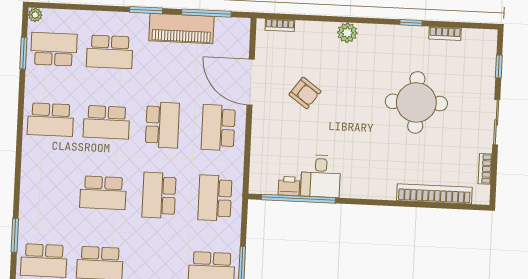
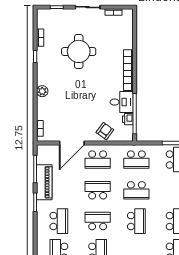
armchair: (305, 93) -> (105, 131), moved
school desk: (106, 122) -> (98, 221), turned -90
bookcase: (434, 194) -> (128, 70), moved

